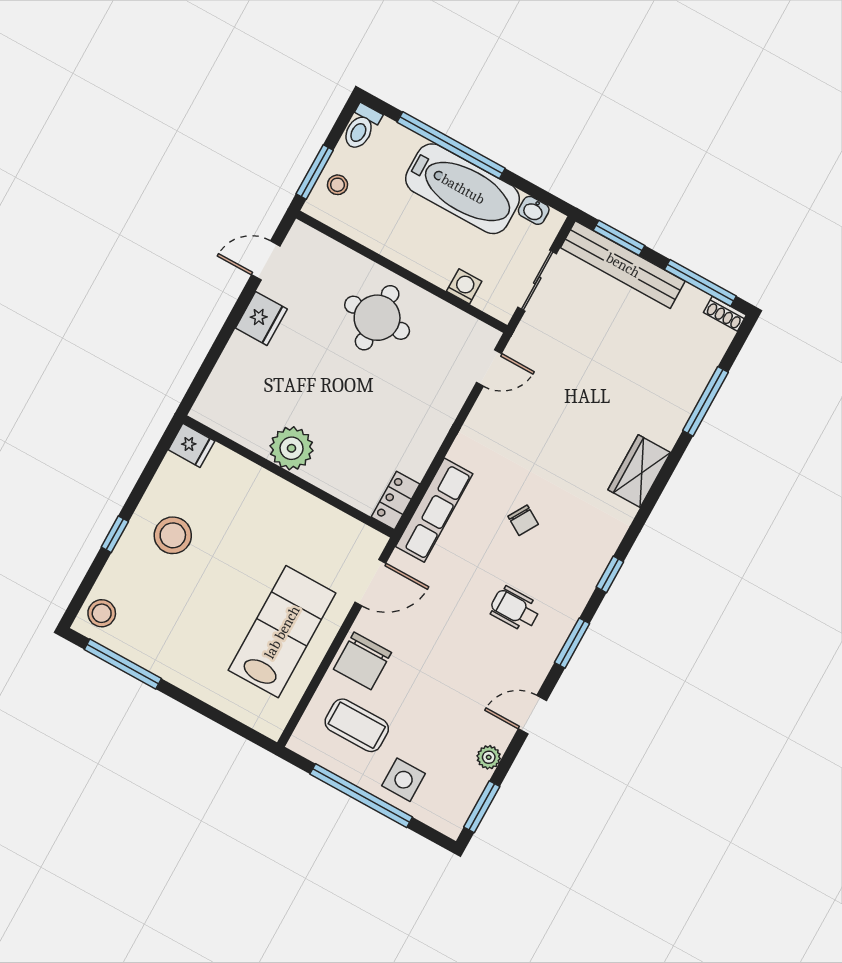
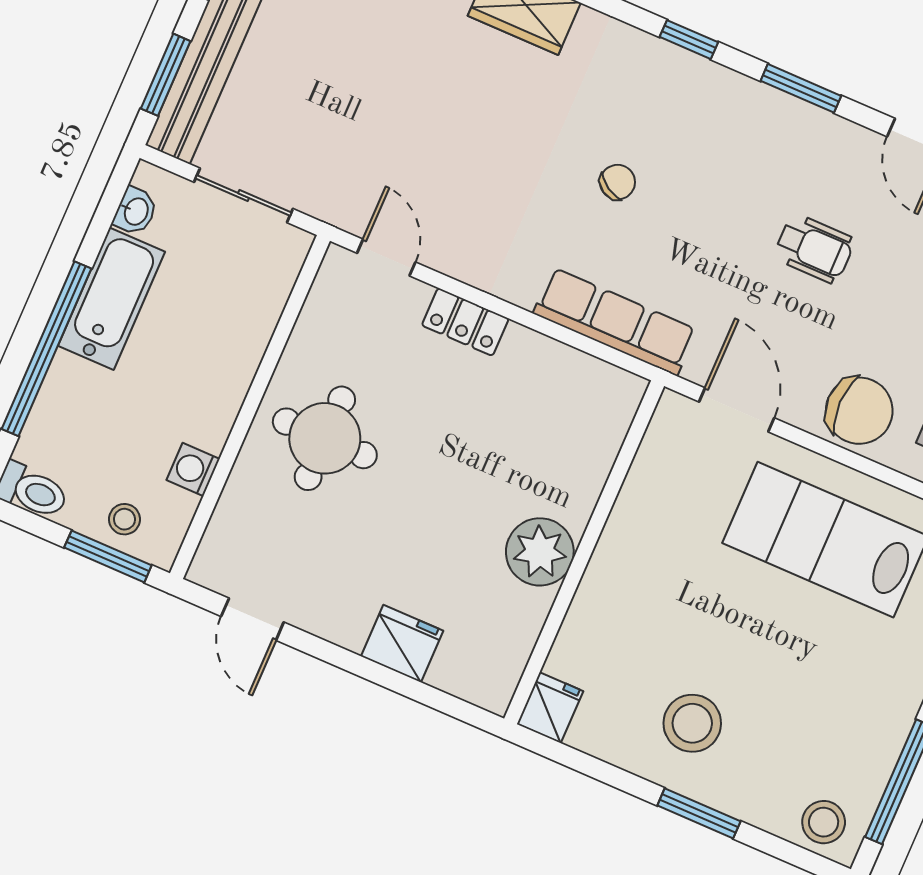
bathtub: (463, 189) -> (111, 299), width x0.73, depth x0.73
washing machine: (464, 286) -> (193, 470), moved
fridge: (261, 318) -> (402, 644), moved
locker: (396, 501) -> (465, 322), moved
window: (115, 534) -> (699, 813), width x1.50
wheelchair: (515, 609) -> (814, 249), moved, turned -90

